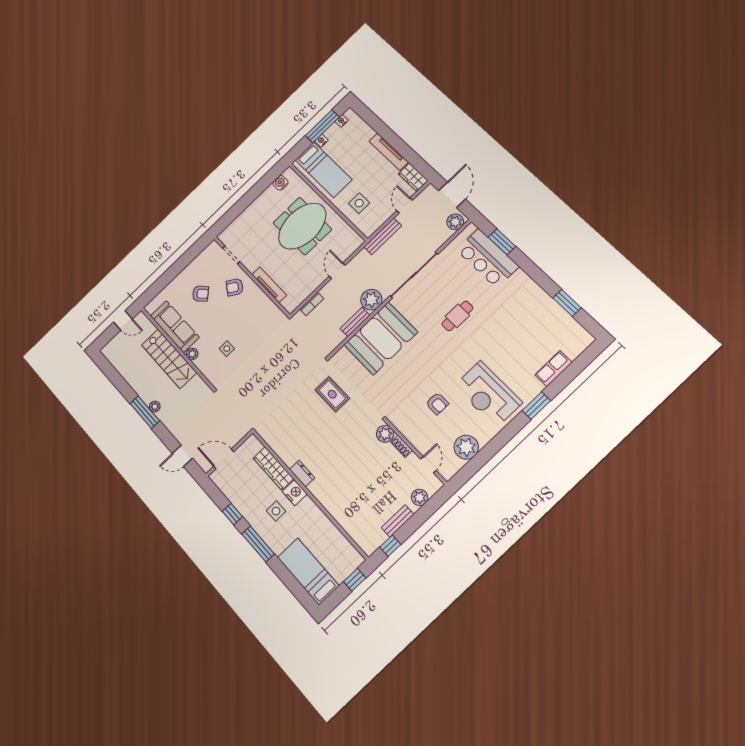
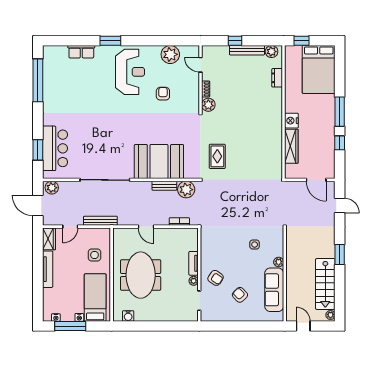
door: (452, 195) -> (38, 205), hinge flipped
meeting table: (302, 226) -> (141, 275), turned 90
plant: (252, 266) -> (194, 281), added
door: (337, 271) -> (146, 227), hinge flipped
tv unit: (269, 285) -> (194, 263), width x0.71
plant: (371, 300) -> (186, 190), moved
window: (567, 303) -> (38, 80), width x2.11
cafe table: (457, 316) -> (104, 132), removed
stairs: (169, 359) -> (325, 284), moved, turned 180
plant: (155, 407) -> (330, 315), moved
window: (145, 412) -> (340, 254), width x0.69
door: (428, 465) -> (200, 65), hinge flipped
dresser: (302, 474) -> (277, 78), moved
plant: (420, 497) -> (272, 52), moved
side table: (276, 511) -> (312, 120), removed
bench: (398, 521) -> (247, 50), width x1.36
window: (390, 546) -> (235, 41), moved
bed: (308, 571) -> (319, 69), width x1.50

